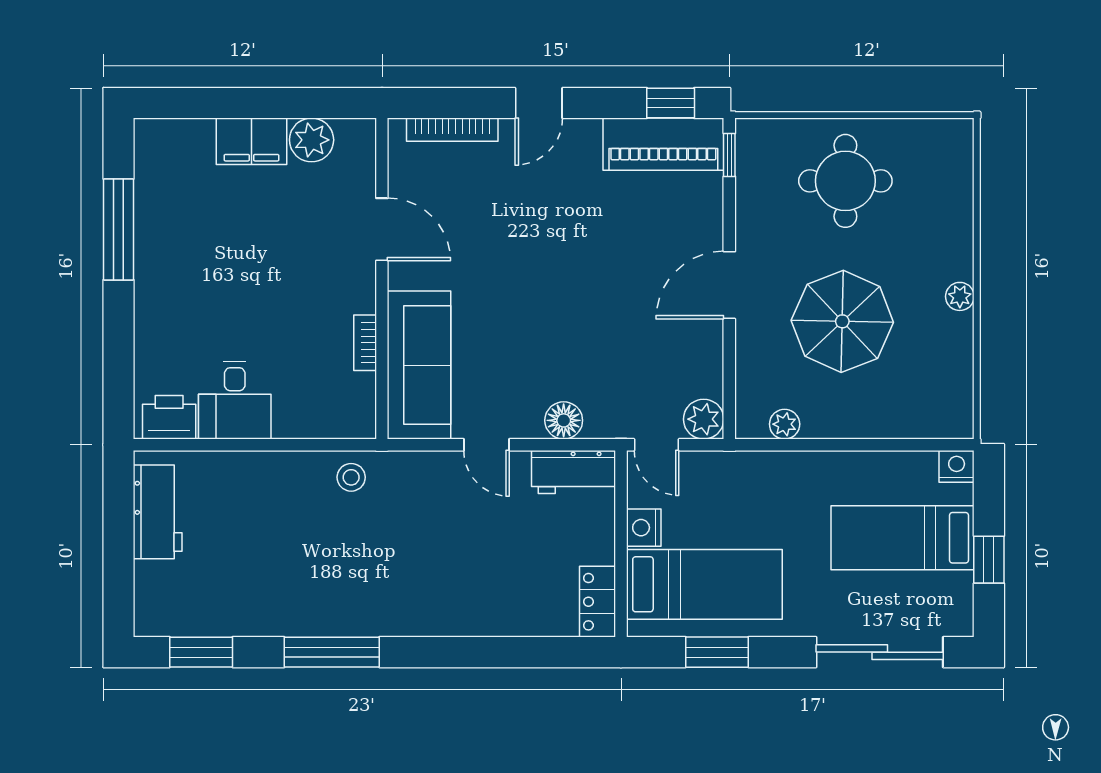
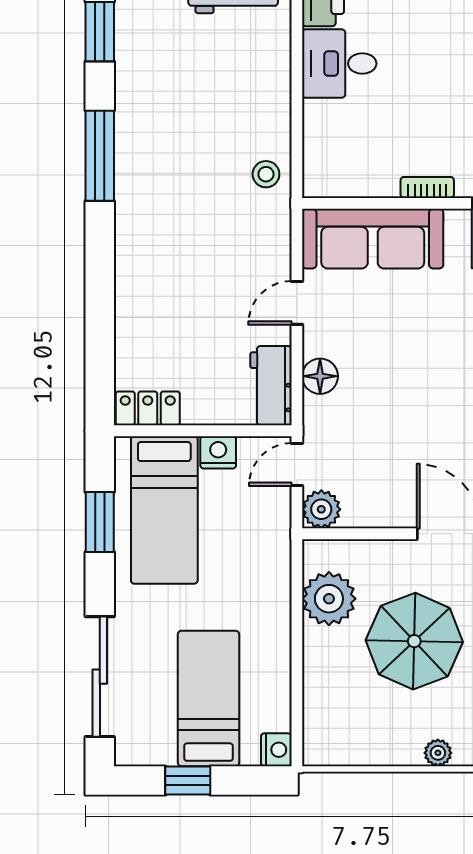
bookcase: (365, 343) -> (427, 187), moved
plant: (785, 424) -> (329, 599), width x1.87, depth x1.87

